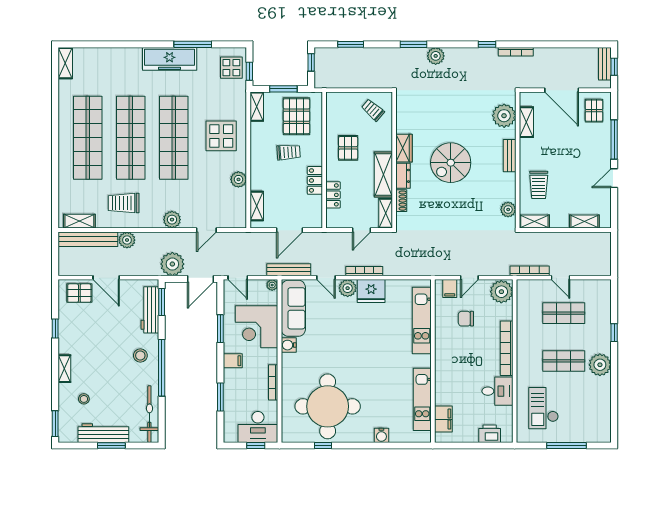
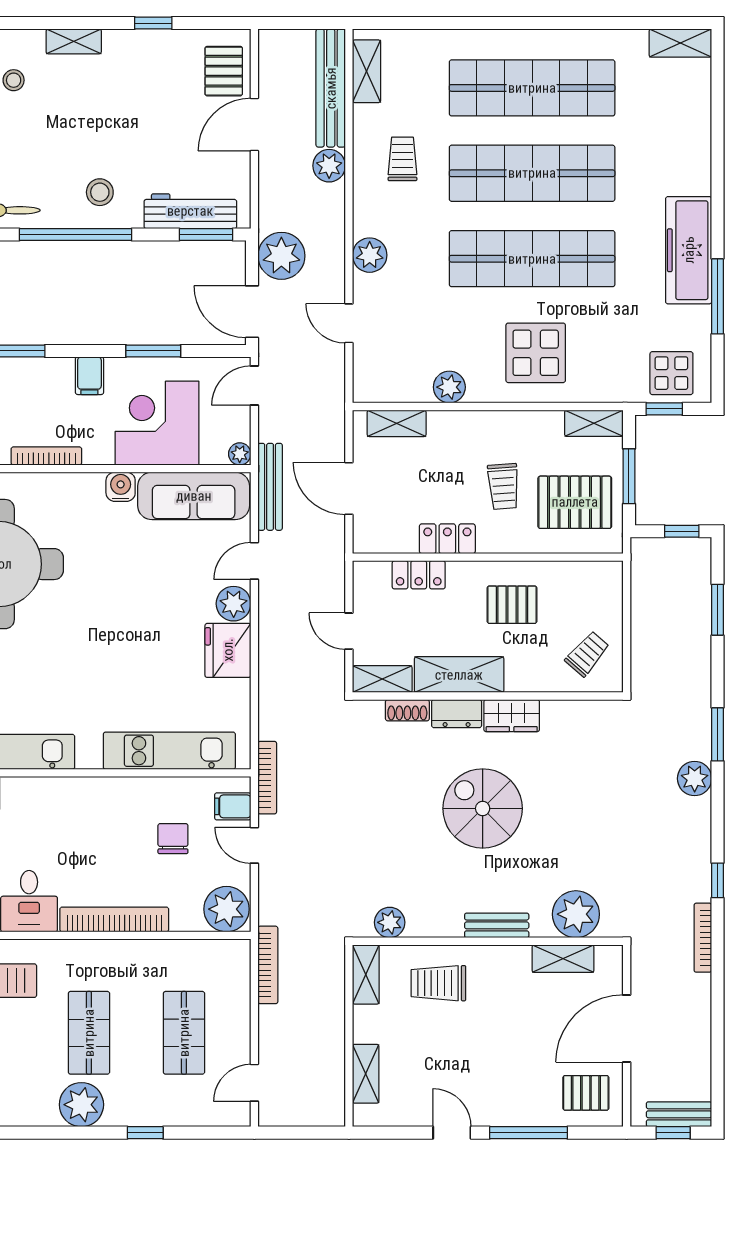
trolley: (124, 203) -> (402, 159), width x0.73, depth x0.72
bookcase: (364, 271) -> (267, 778), moved
door: (561, 278) -> (254, 1083), moved

